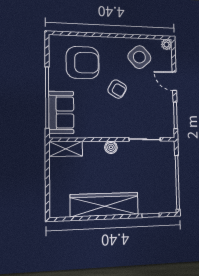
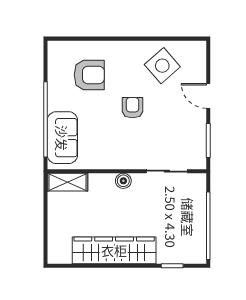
plant: (167, 45) -> (199, 48), removed
armchair: (83, 63) -> (89, 75), width x0.73, depth x0.73
armchair: (117, 89) -> (132, 108), turned -121

